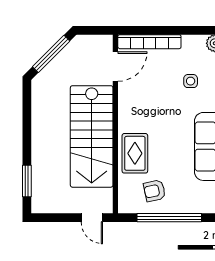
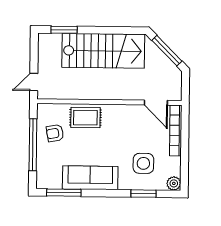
side table: (191, 81) -> (143, 163), width x1.87, depth x1.87
stairs: (92, 136) -> (103, 51), moved, turned 180
armchair: (155, 191) -> (55, 133), turned -88

